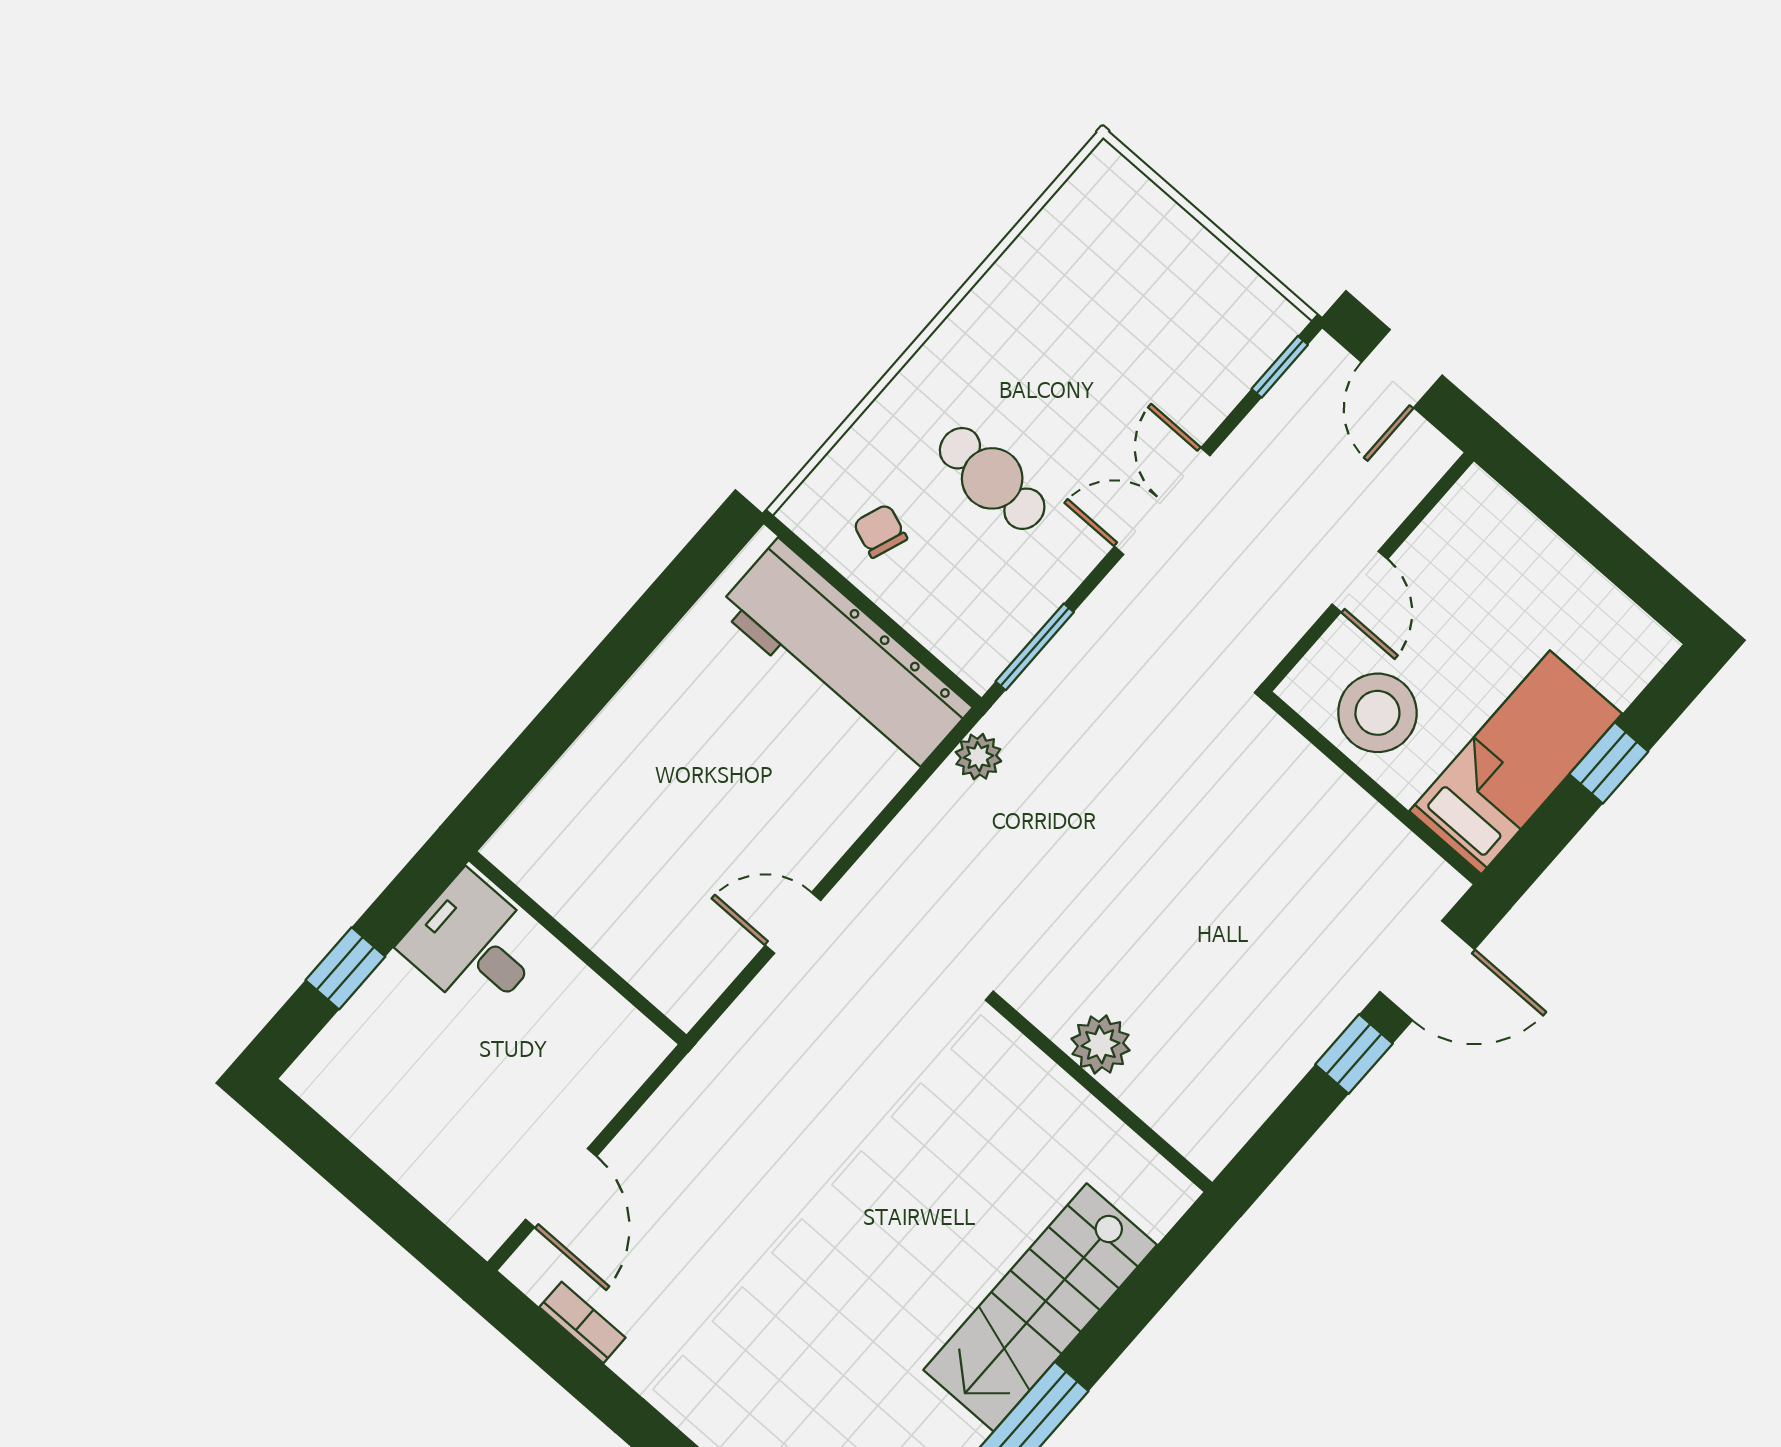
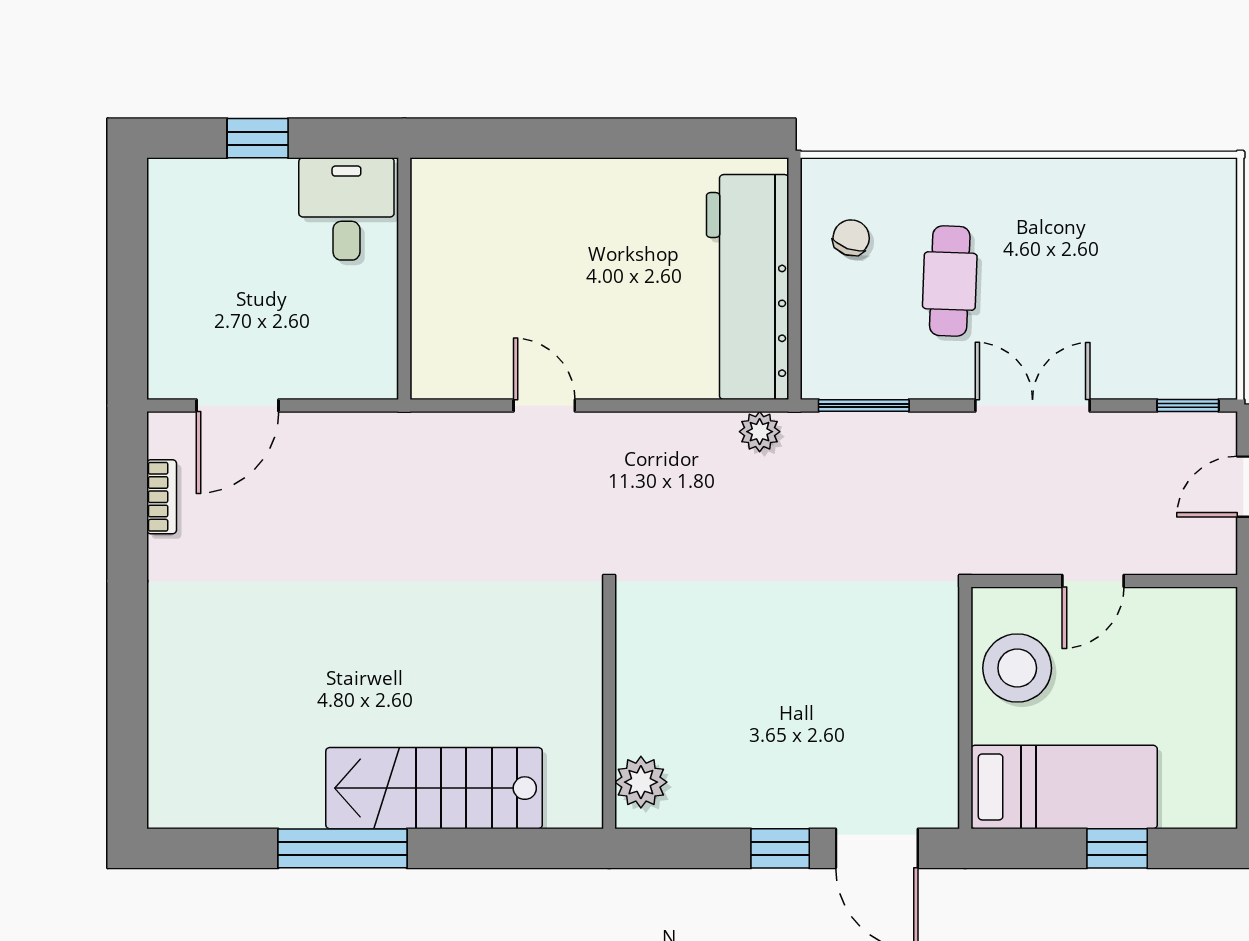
plant: (1100, 1045) -> (641, 782), moved

